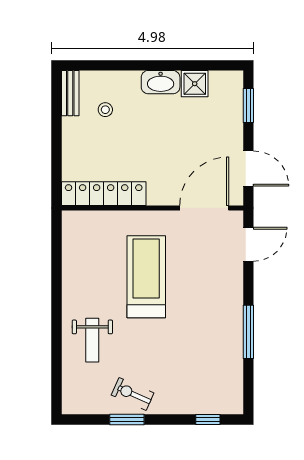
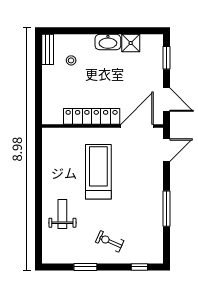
locker: (104, 194) -> (92, 116), moved
weight bench: (92, 340) -> (62, 214), turned 180
exercise bike: (133, 394) -> (110, 241), moved

